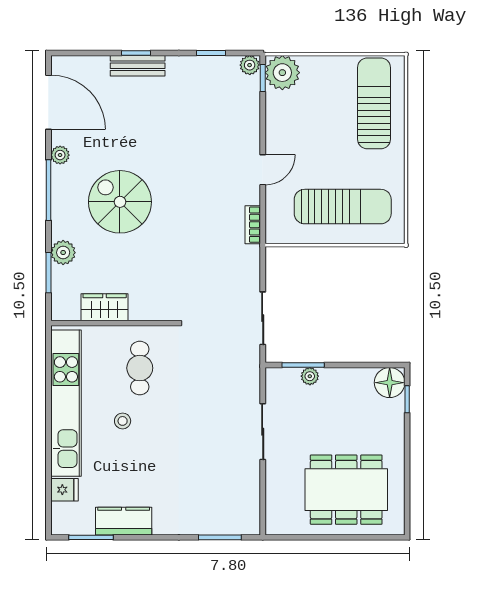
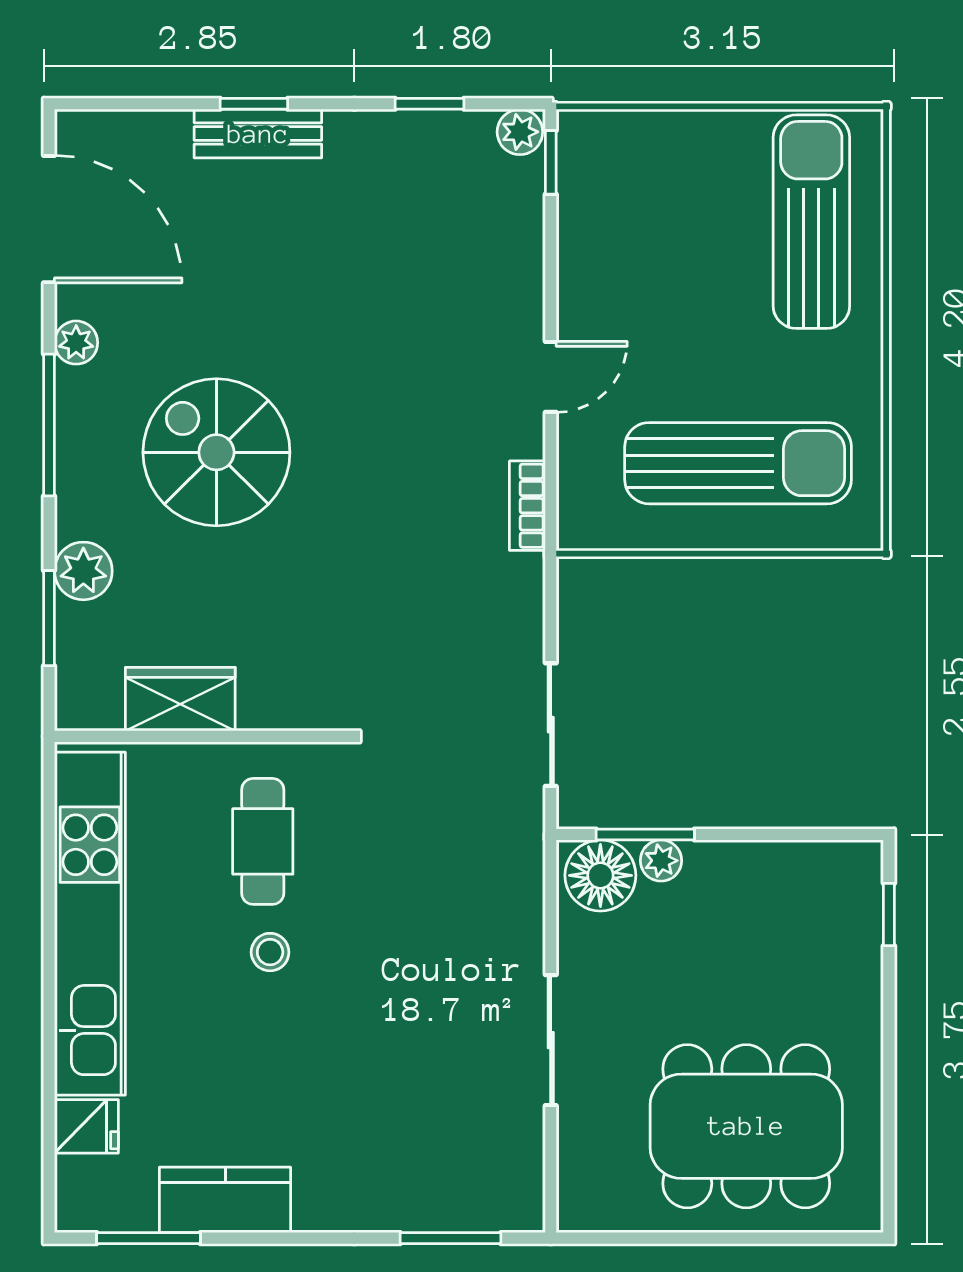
plant: (282, 73) -> (597, 150), removed
floor lamp: (390, 383) -> (600, 875), moved
stool: (123, 421) -> (270, 952), moved
sliding door: (263, 432) -> (551, 1040), moved

